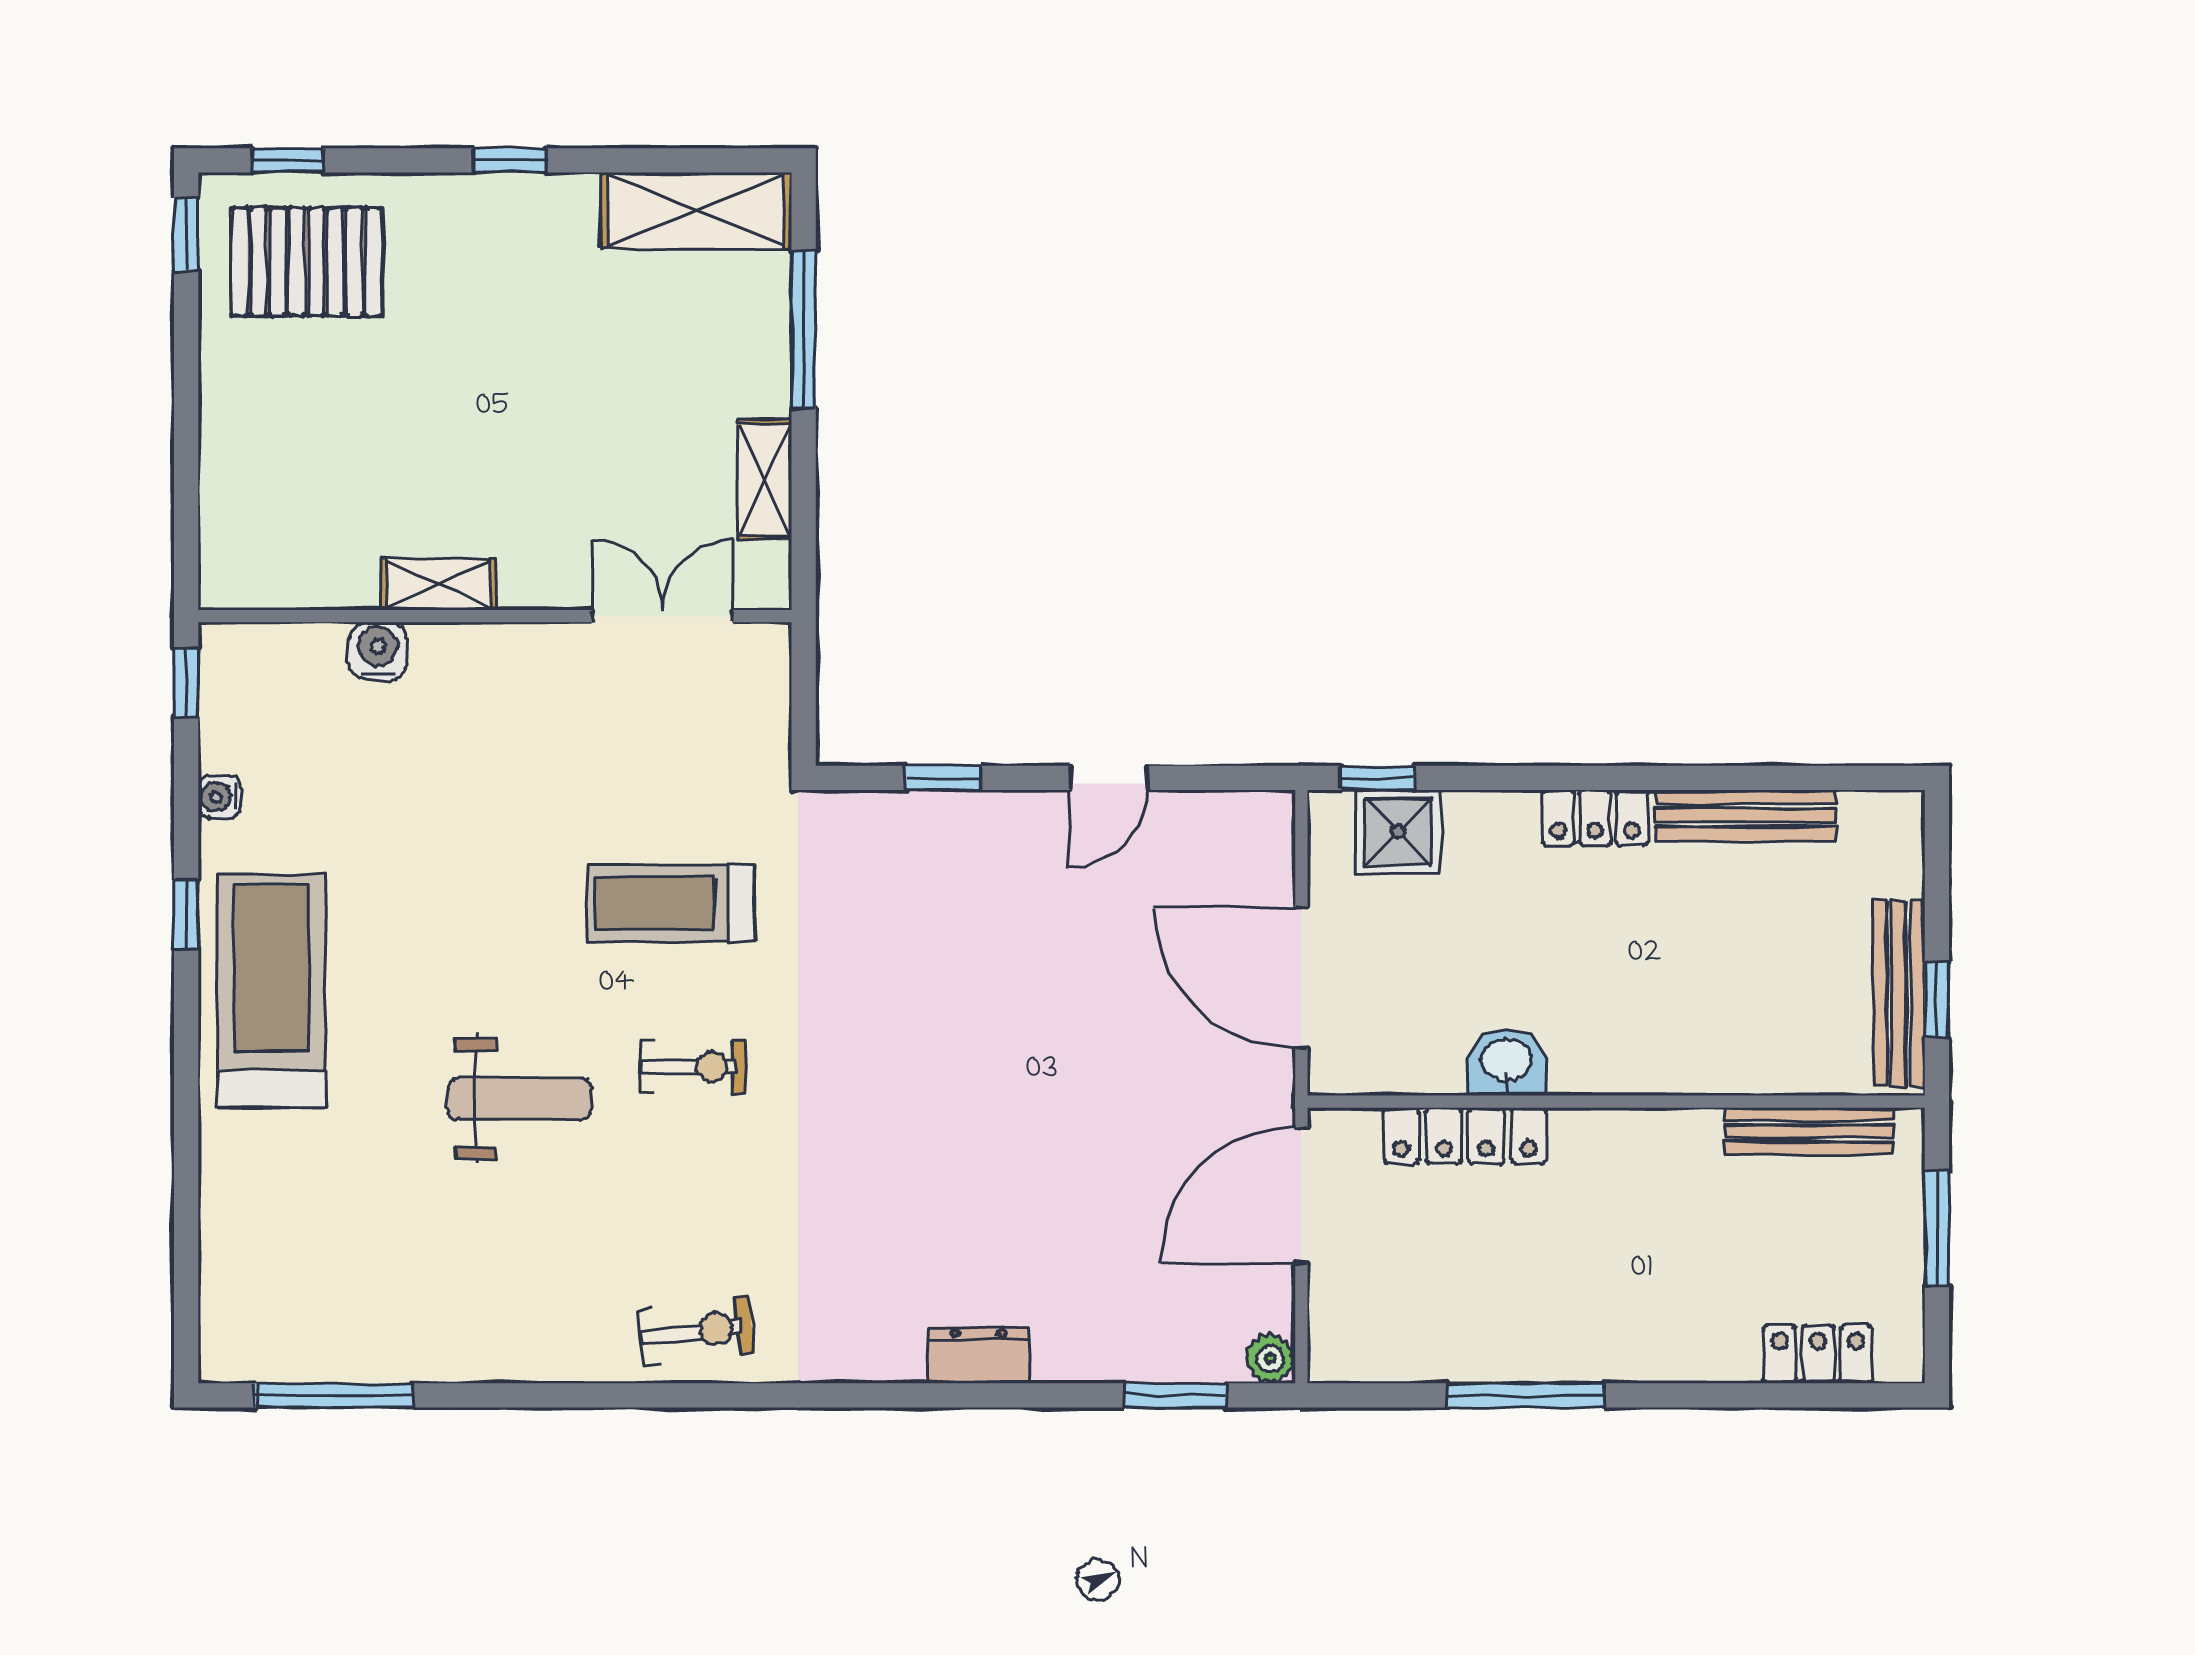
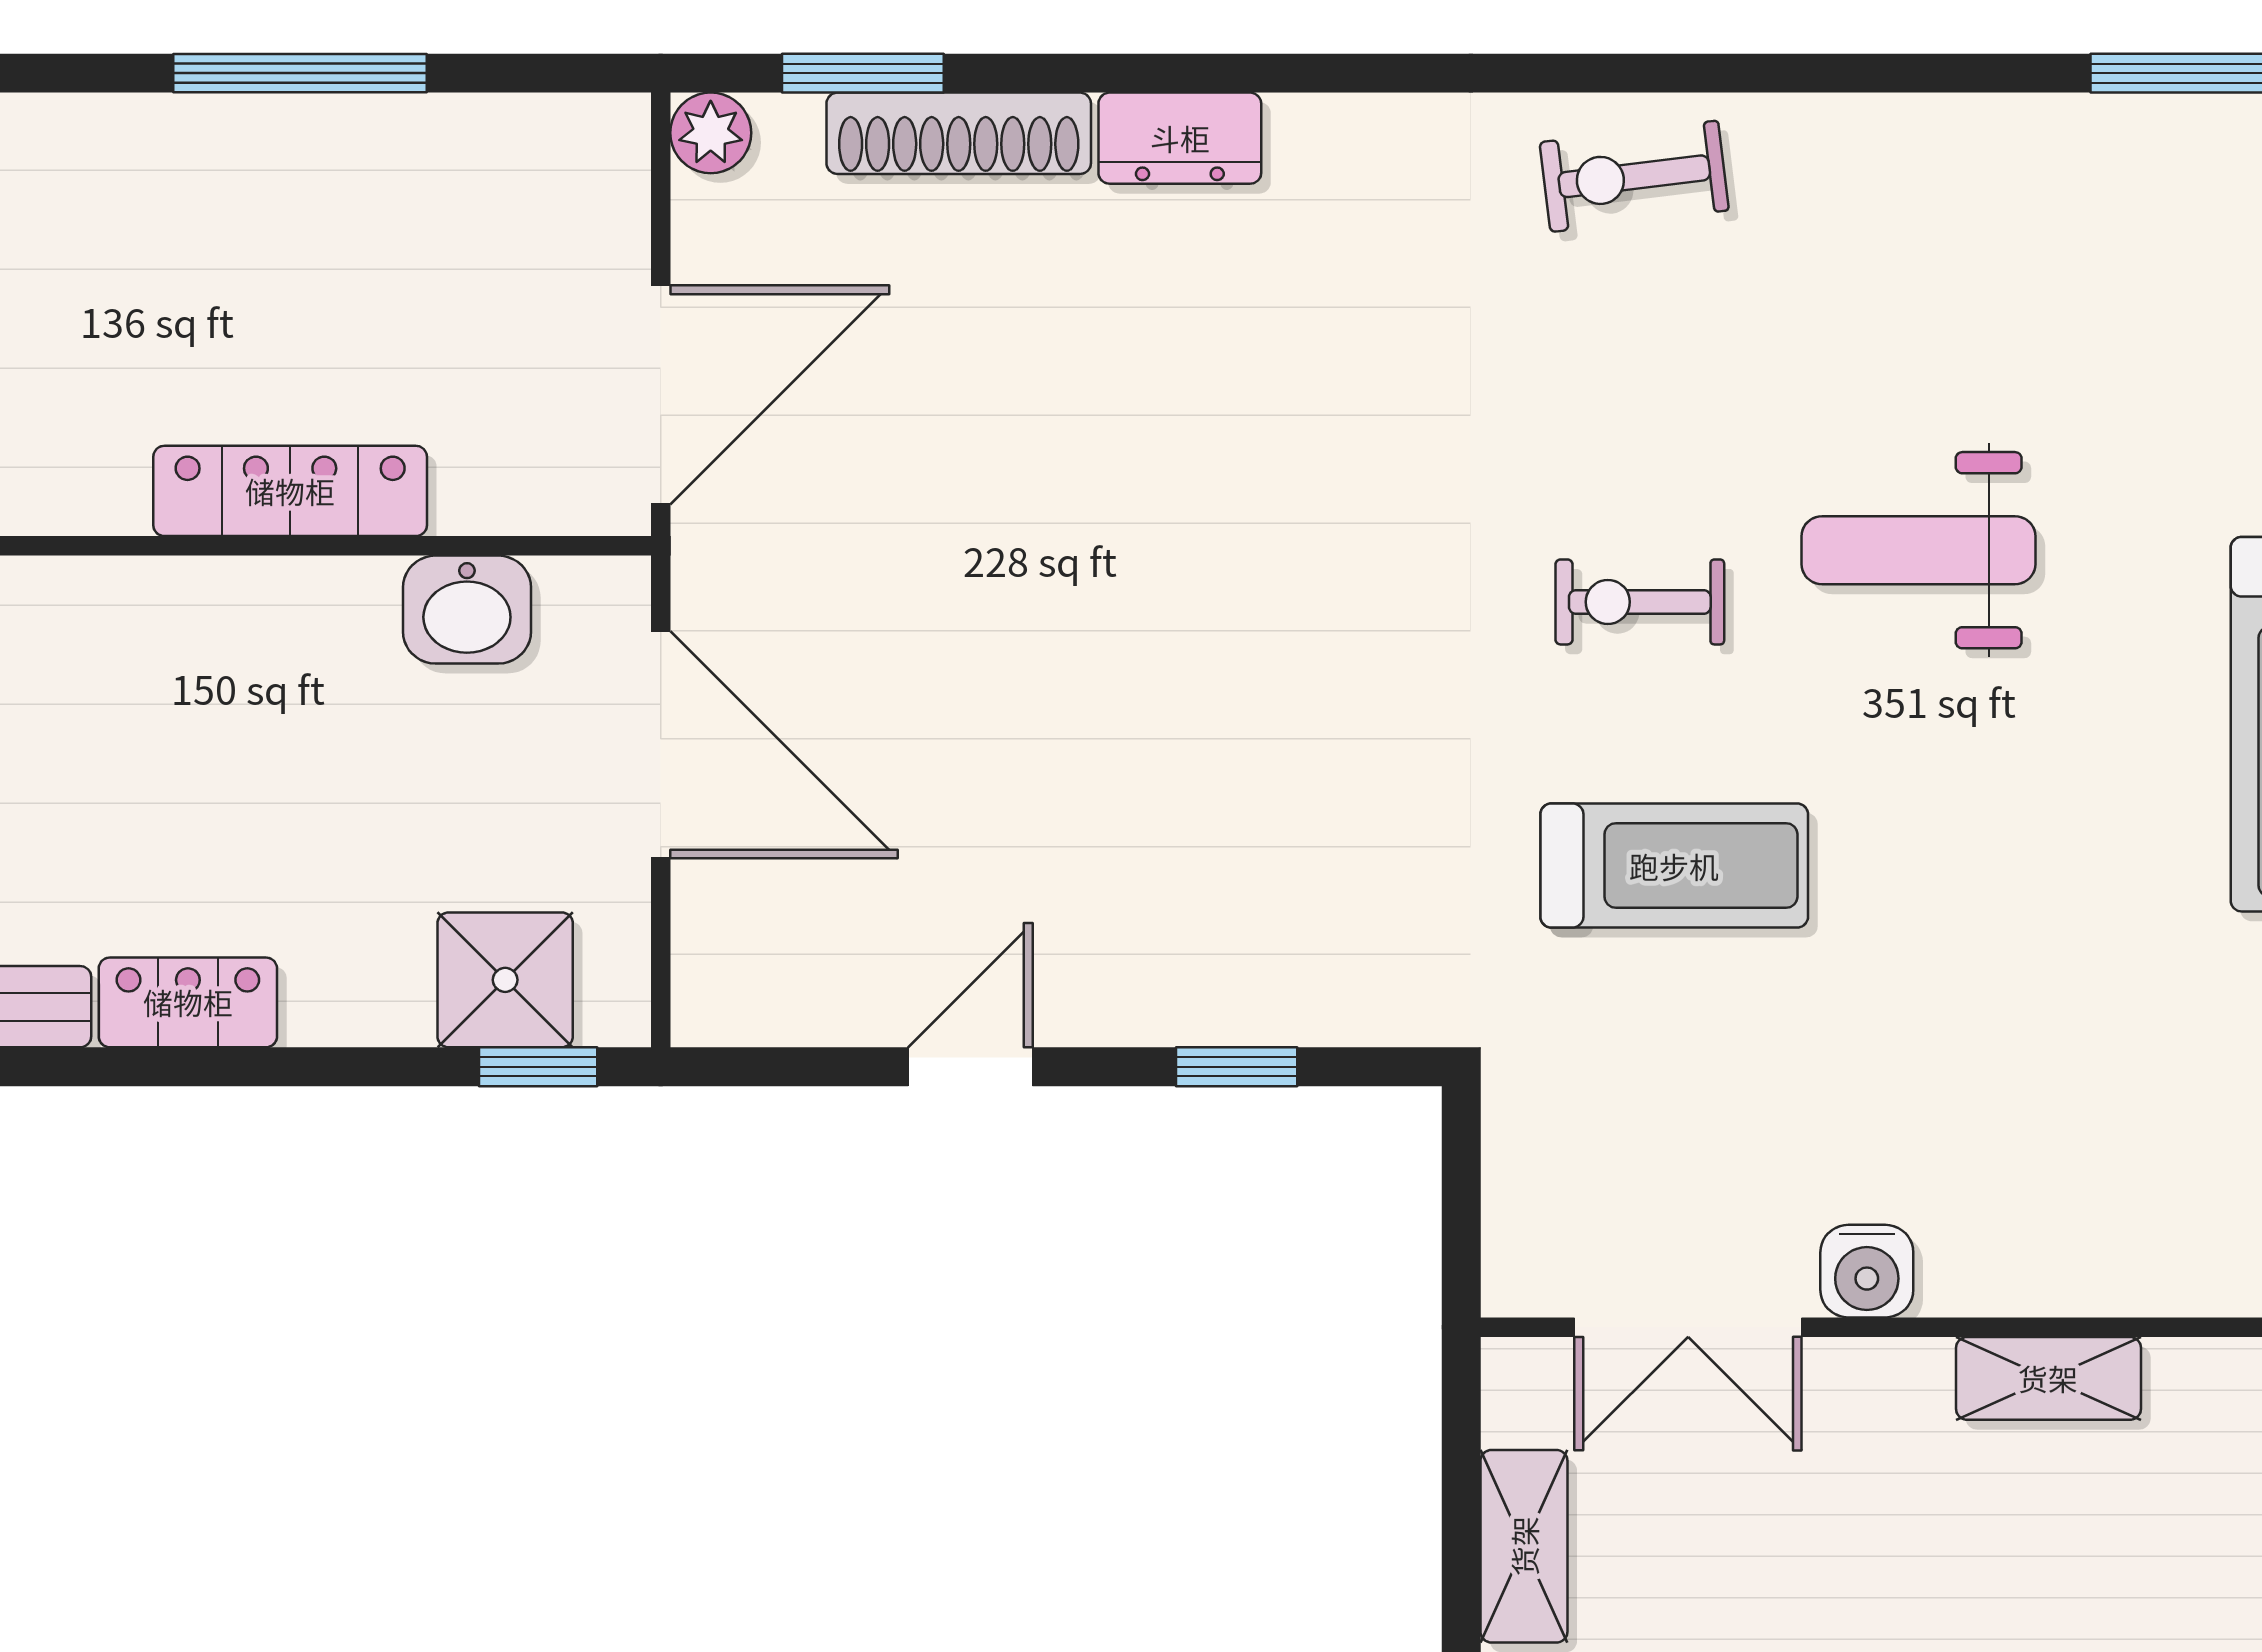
water cooler: (378, 651) -> (1867, 1271), moved
washbasin: (1506, 1062) -> (467, 610), moved
locker: (1465, 1136) -> (290, 491), moved
shoe rack: (1116, 1358) -> (959, 133), added

